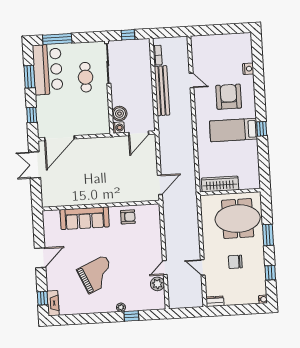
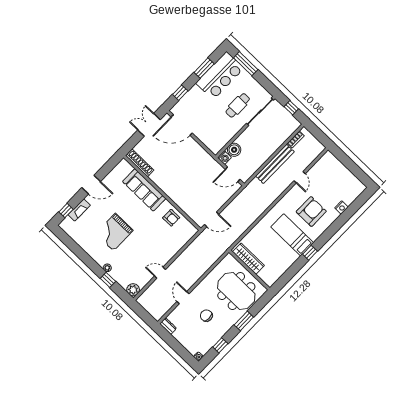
shoe rack: (59, 201) -> (140, 163), added
grand piano: (97, 275) -> (114, 232), turned 114
plant: (157, 284) -> (133, 290), moved
fireplace: (53, 303) -> (79, 210), moved

